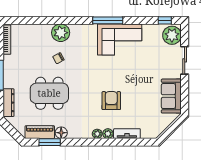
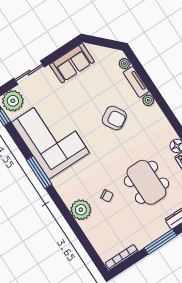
corner sofa: (120, 39) -> (50, 137), width x1.36, depth x1.36
armchair: (111, 101) -> (114, 118), turned -121
plant: (97, 134) -> (124, 64), moved

